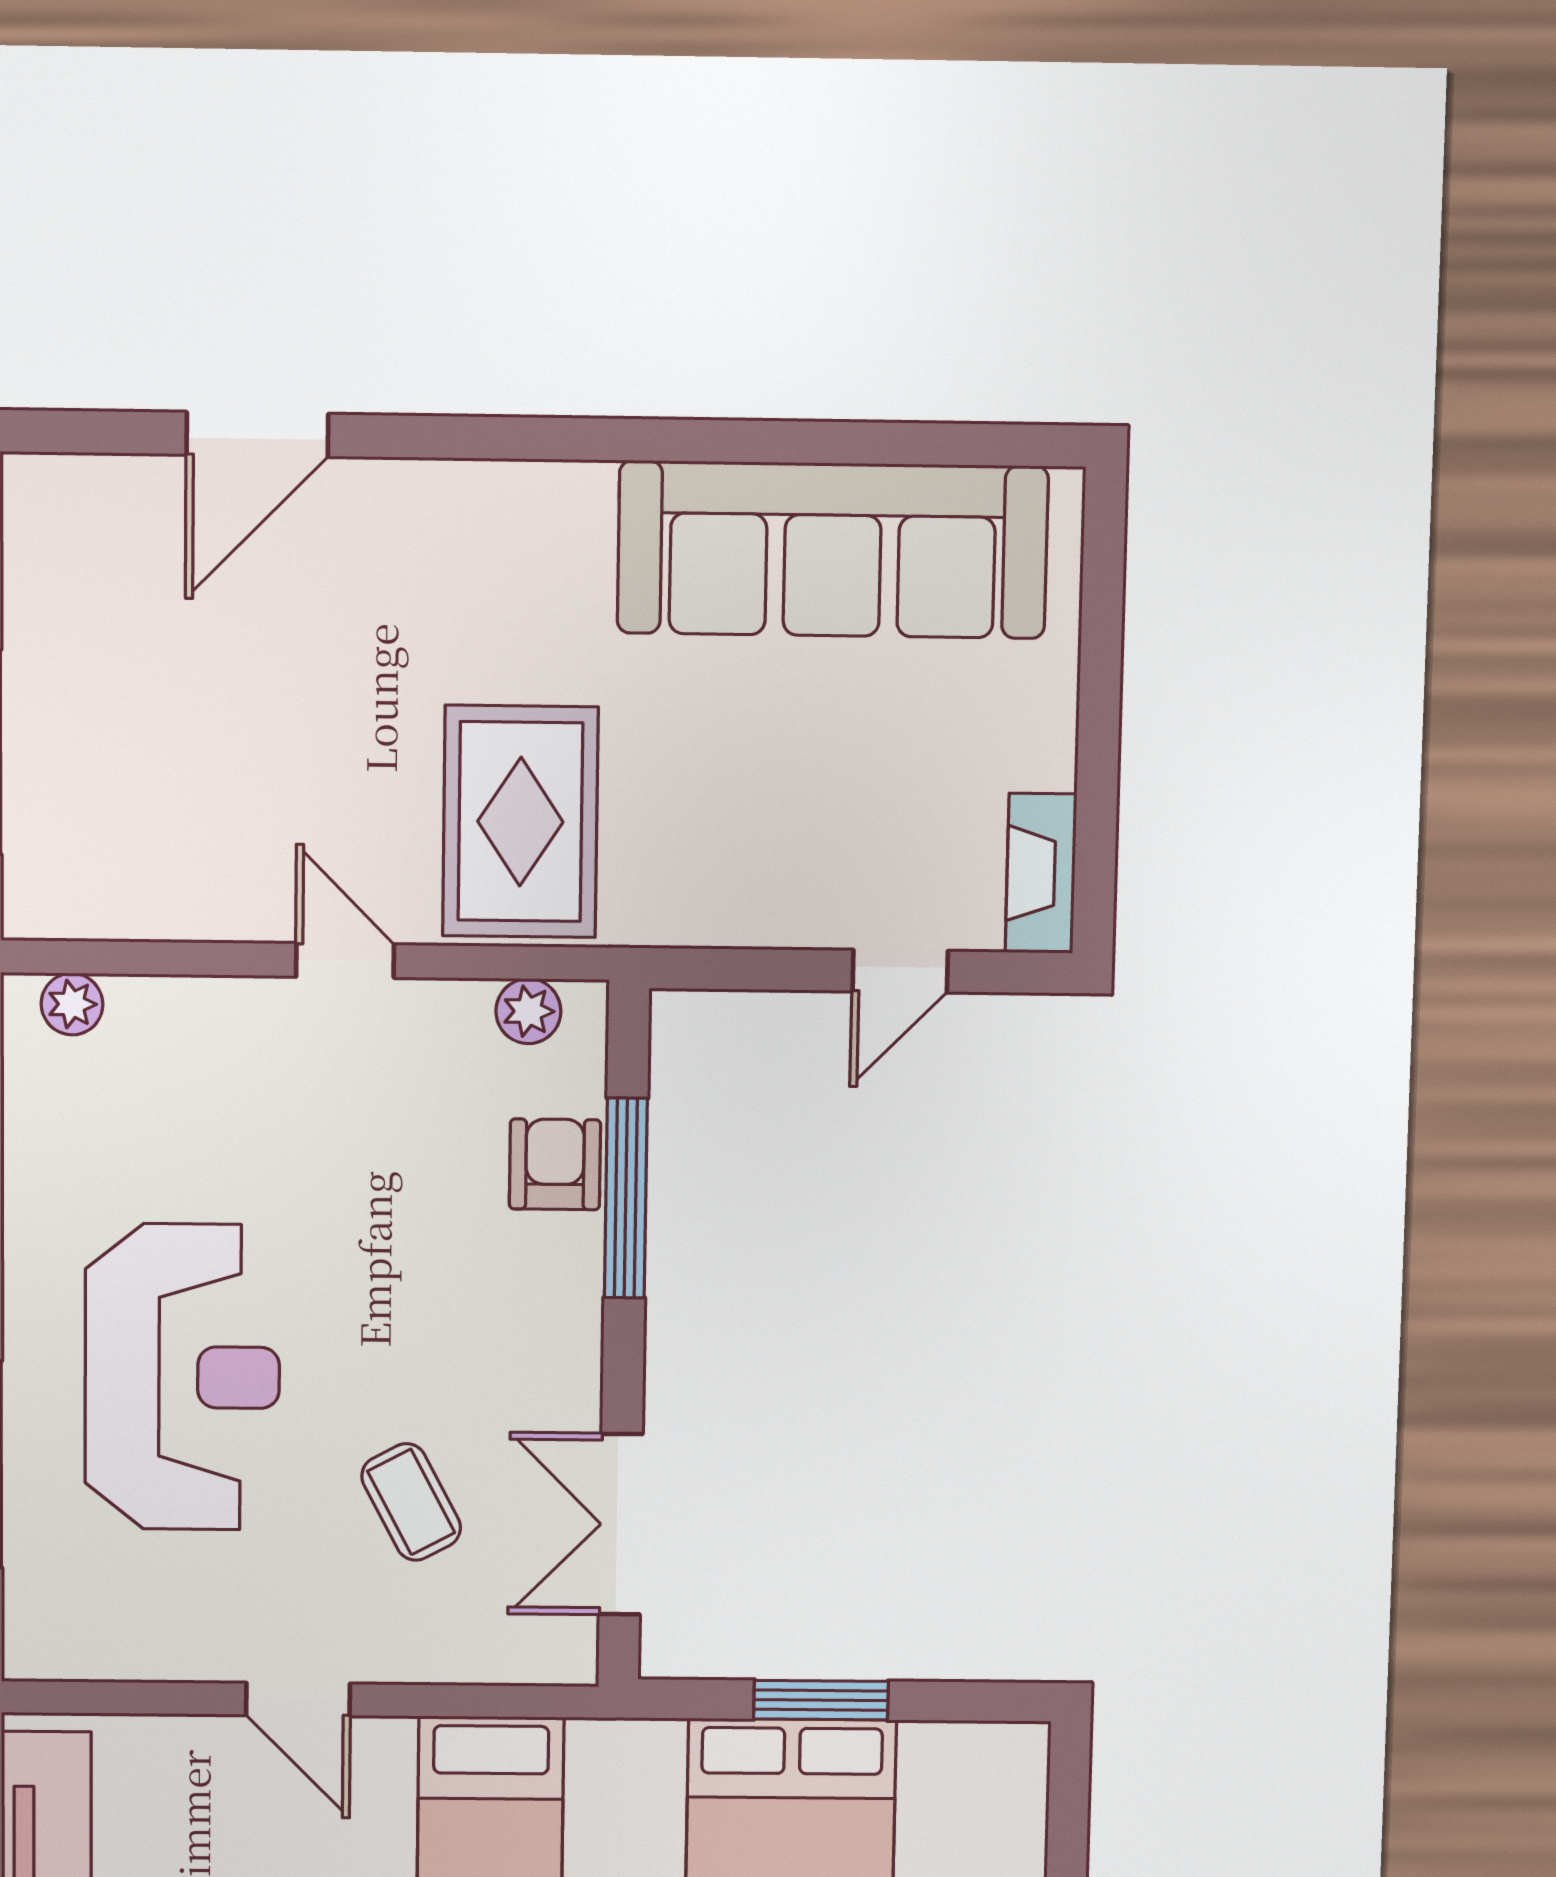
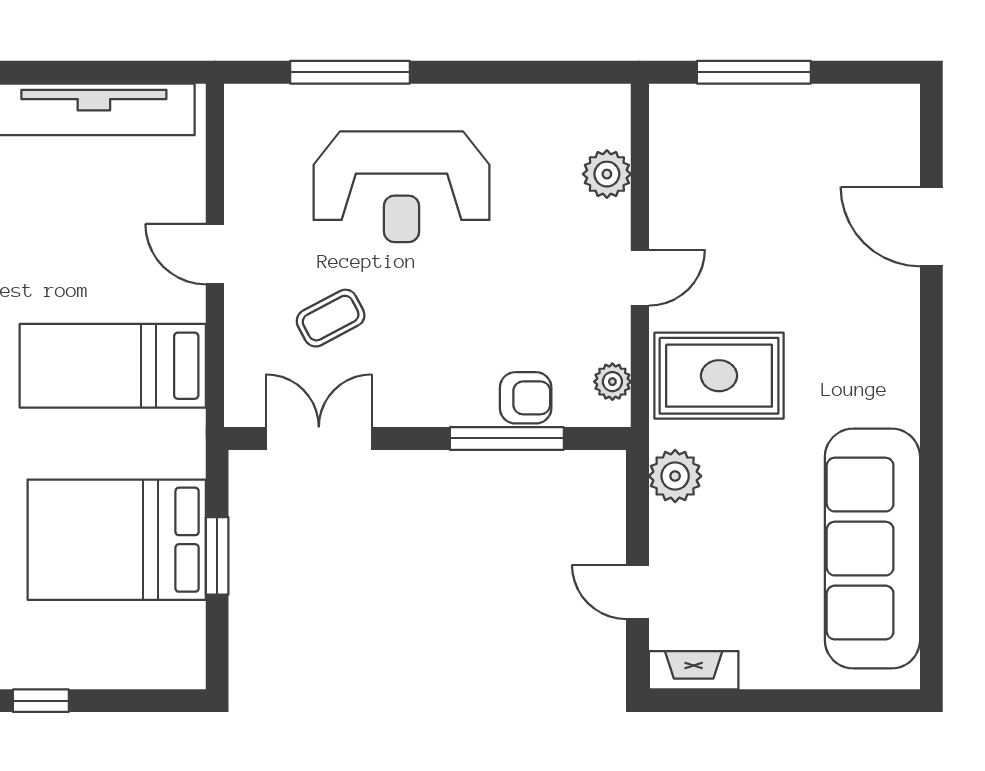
plant: (697, 902) -> (675, 476), added
plant: (72, 1004) -> (607, 174), moved, width x1.38, depth x1.38
door: (298, 1699) -> (215, 254), hinge flipped

